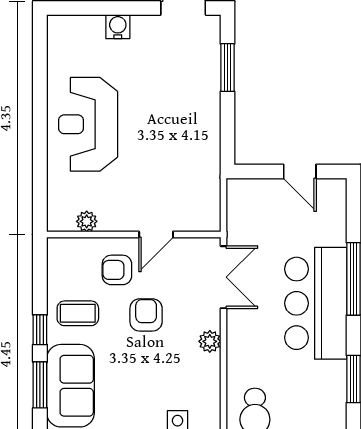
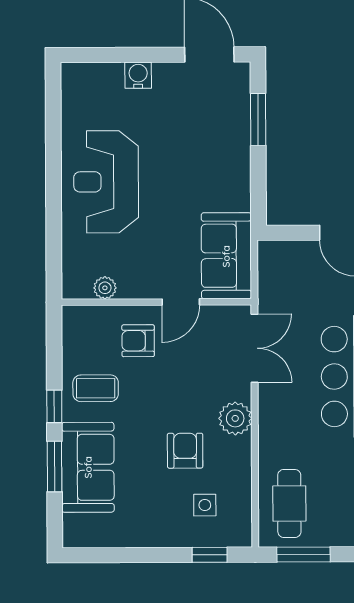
sofa: (198, 192) -> (226, 256), added
armchair: (146, 315) -> (185, 451), moved
plant: (210, 341) -> (235, 418), width x1.38, depth x1.38

